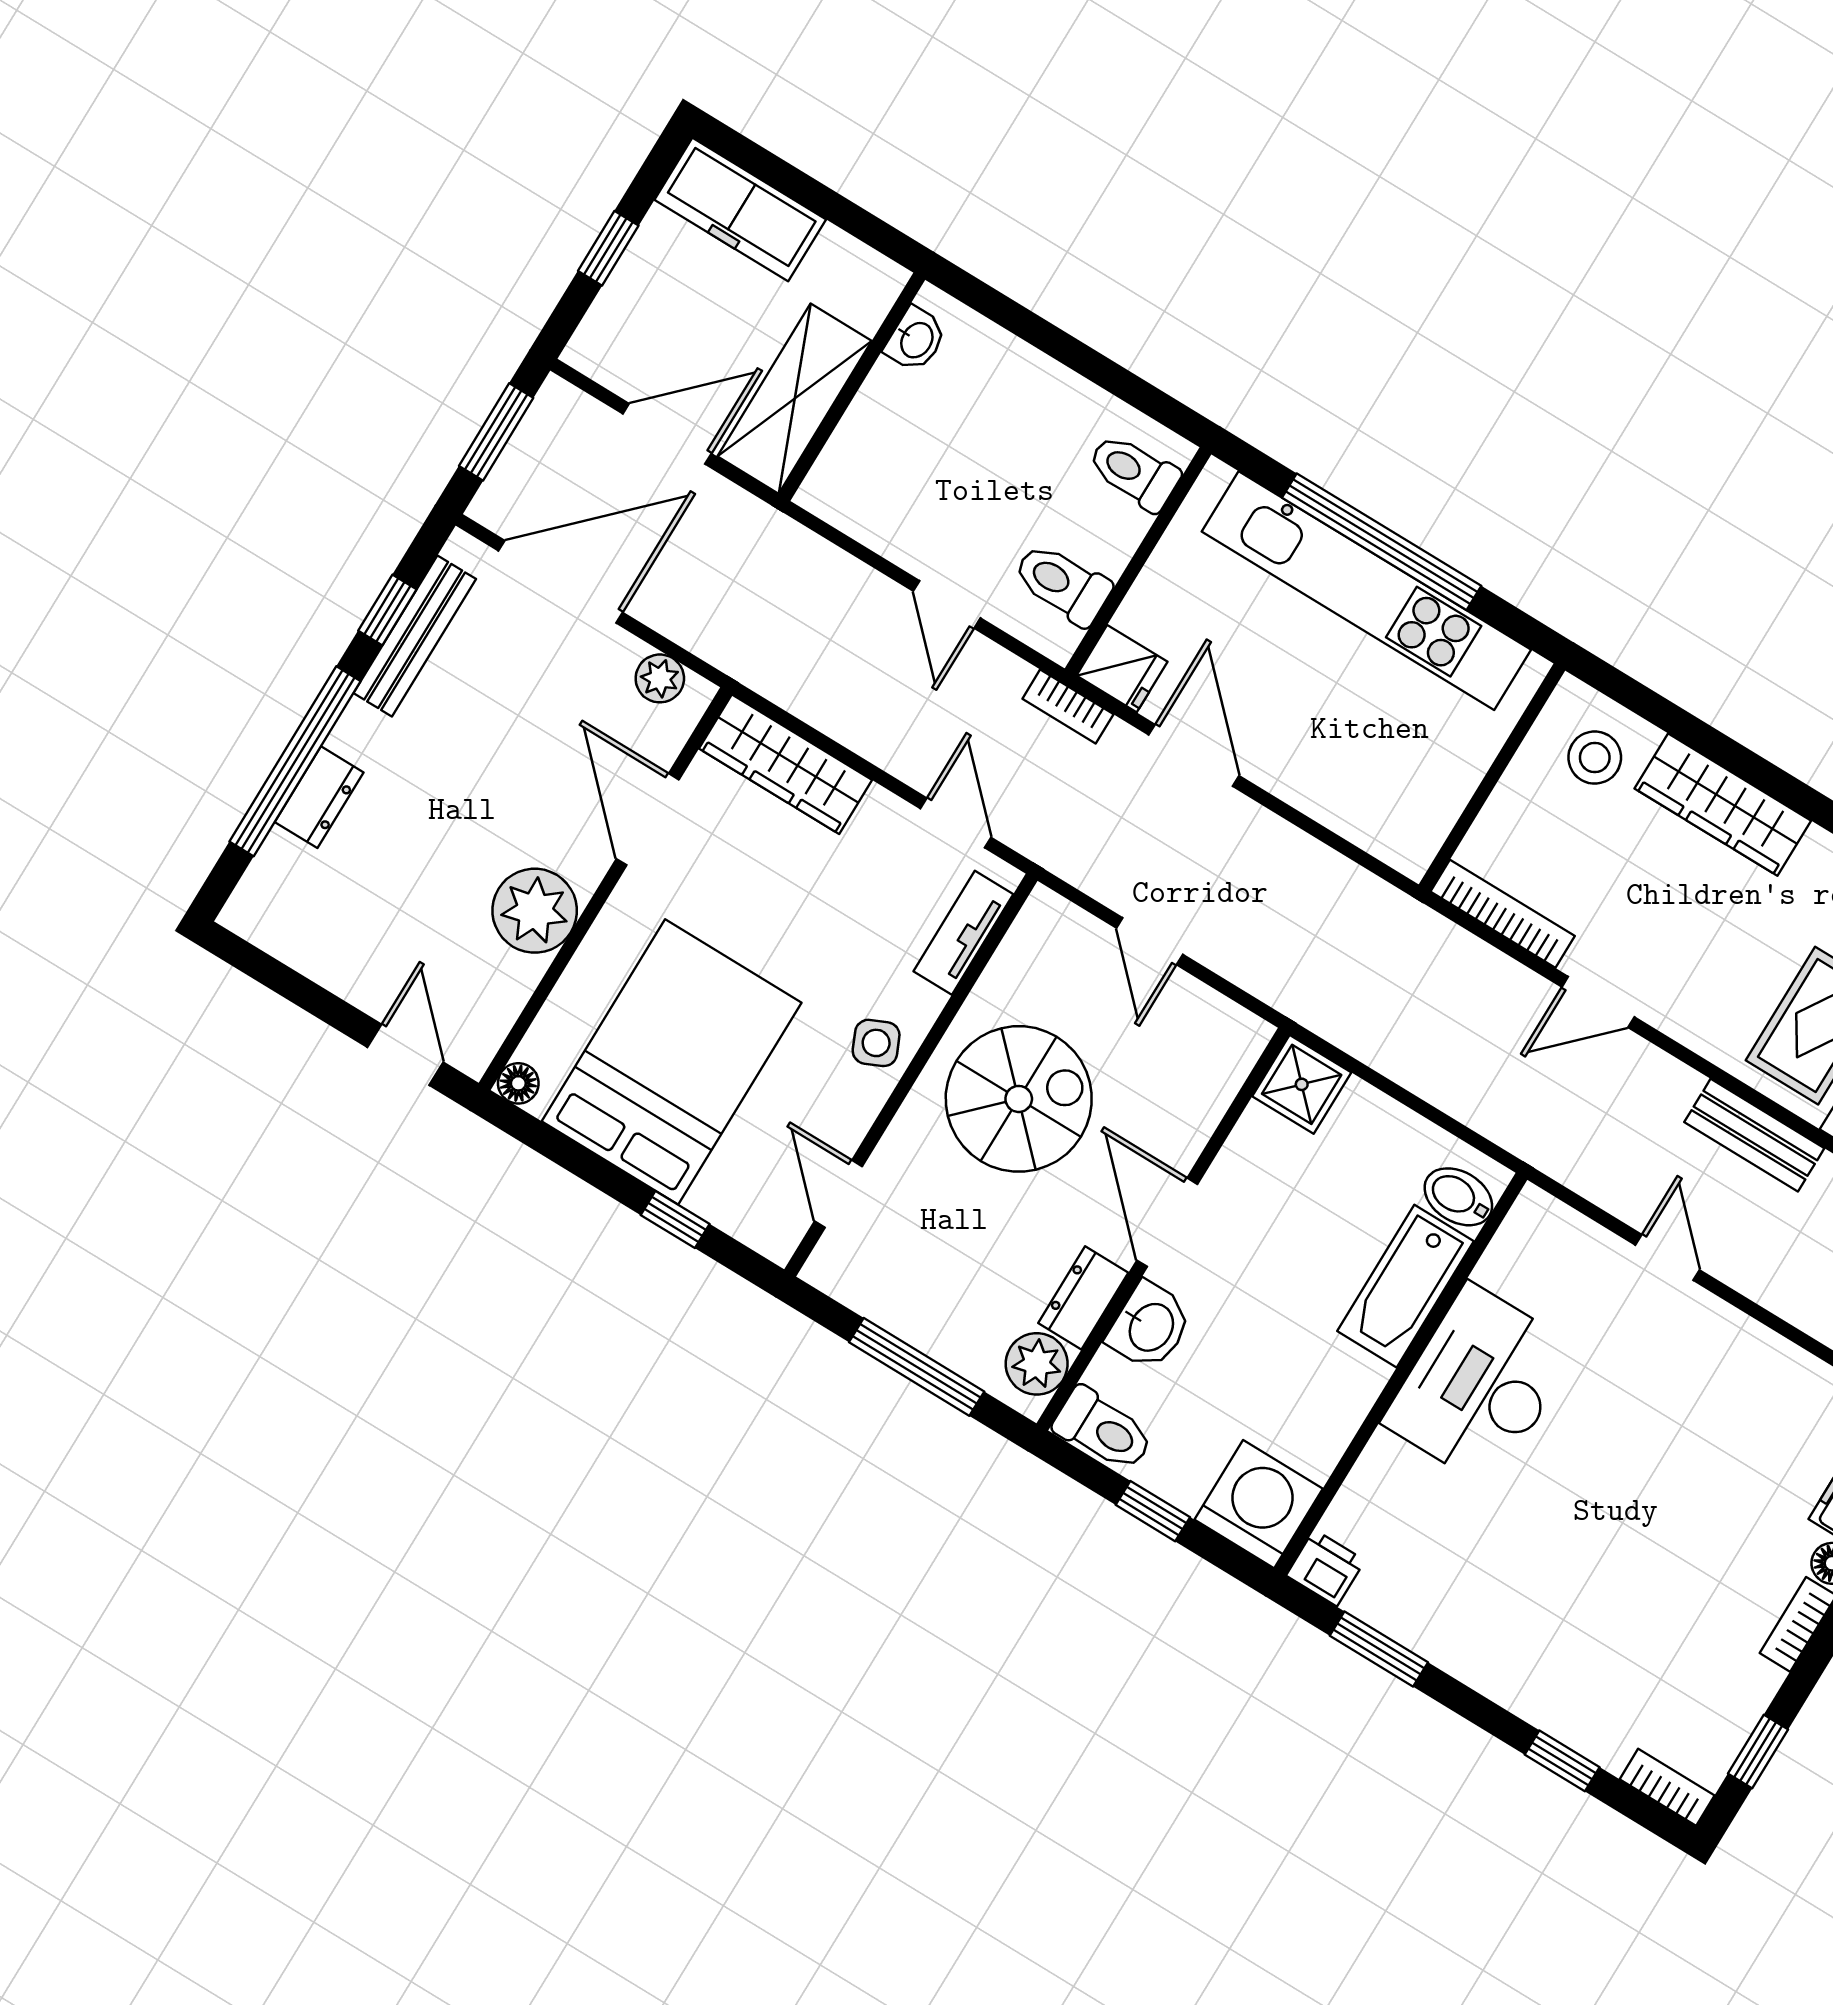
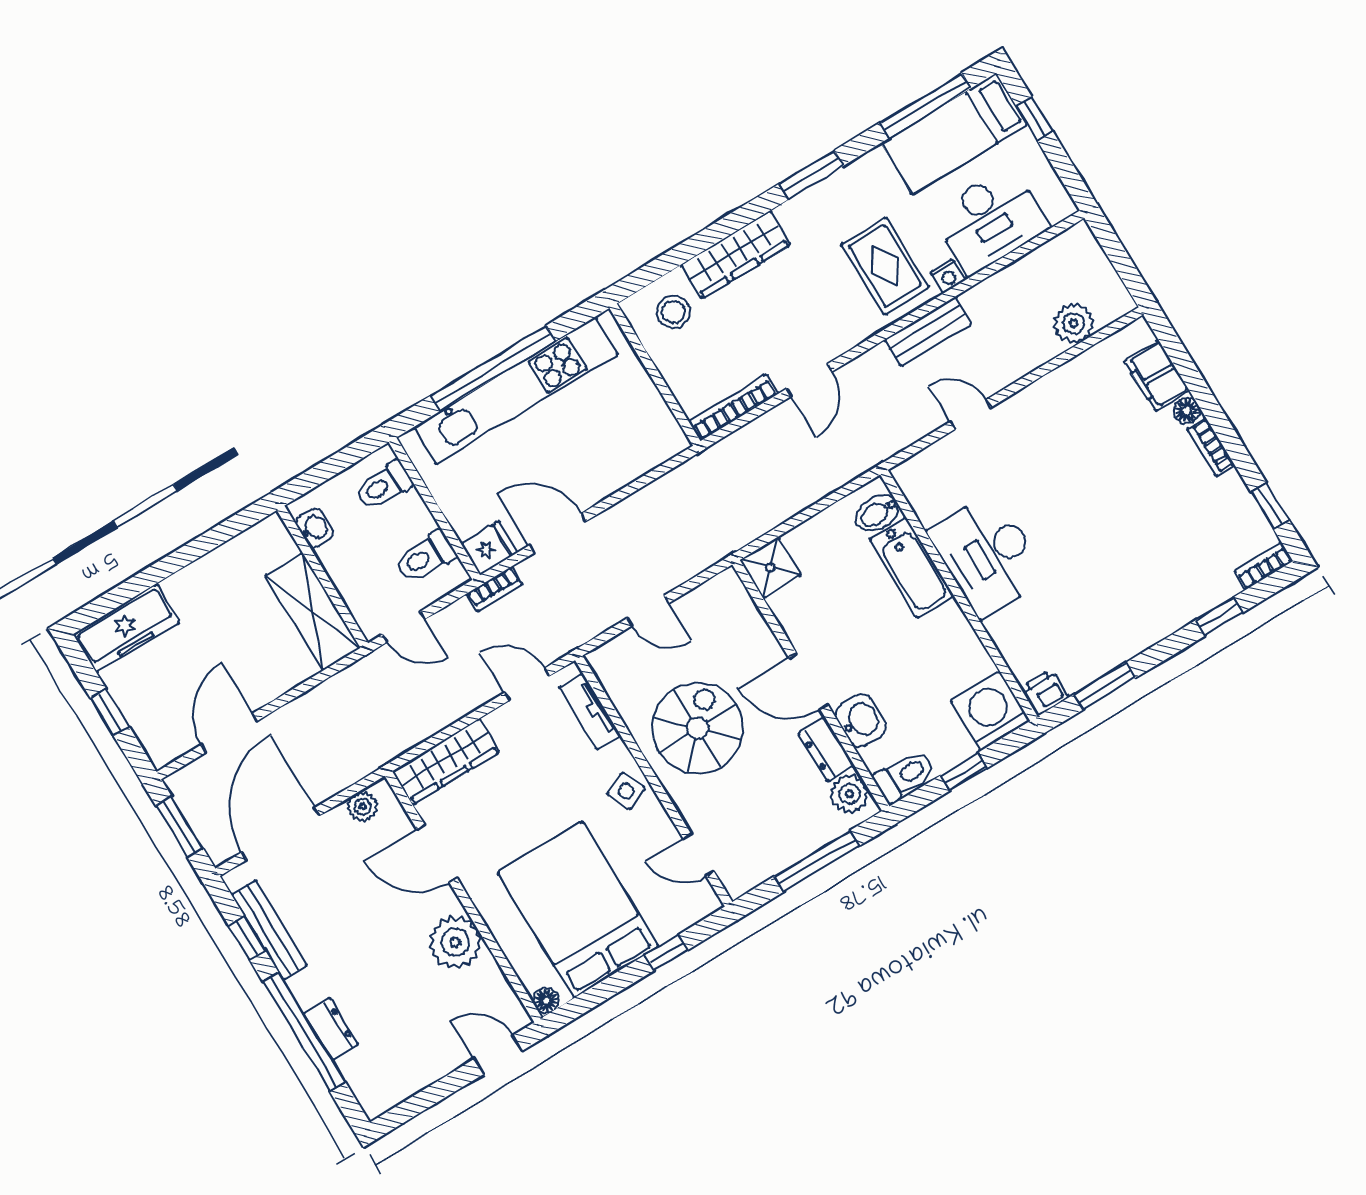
washbasin: (916, 339) -> (315, 528), moved
wall: (852, 387) -> (323, 577), moved
shelving: (795, 399) -> (313, 612), moved

